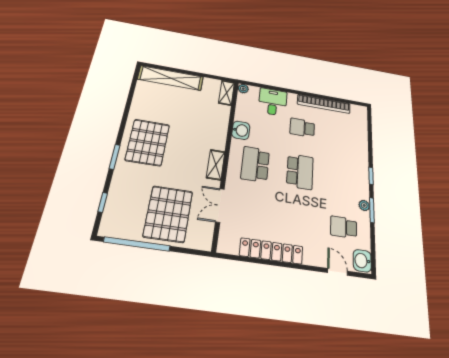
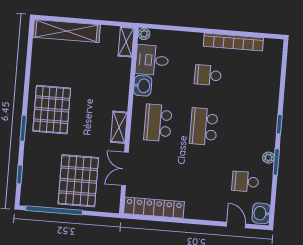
desk: (273, 102) -> (152, 60), moved, turned -90
school desk: (300, 172) -> (204, 127), turned 180
locker: (271, 251) -> (154, 208), moved

